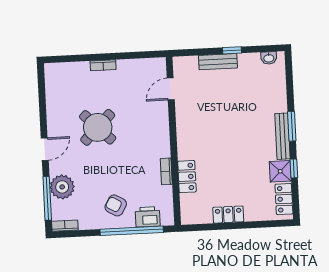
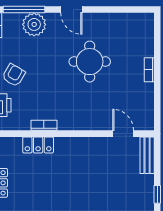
bench: (218, 62) -> (147, 155), moved
round table: (98, 127) -> (90, 62), turned 45

